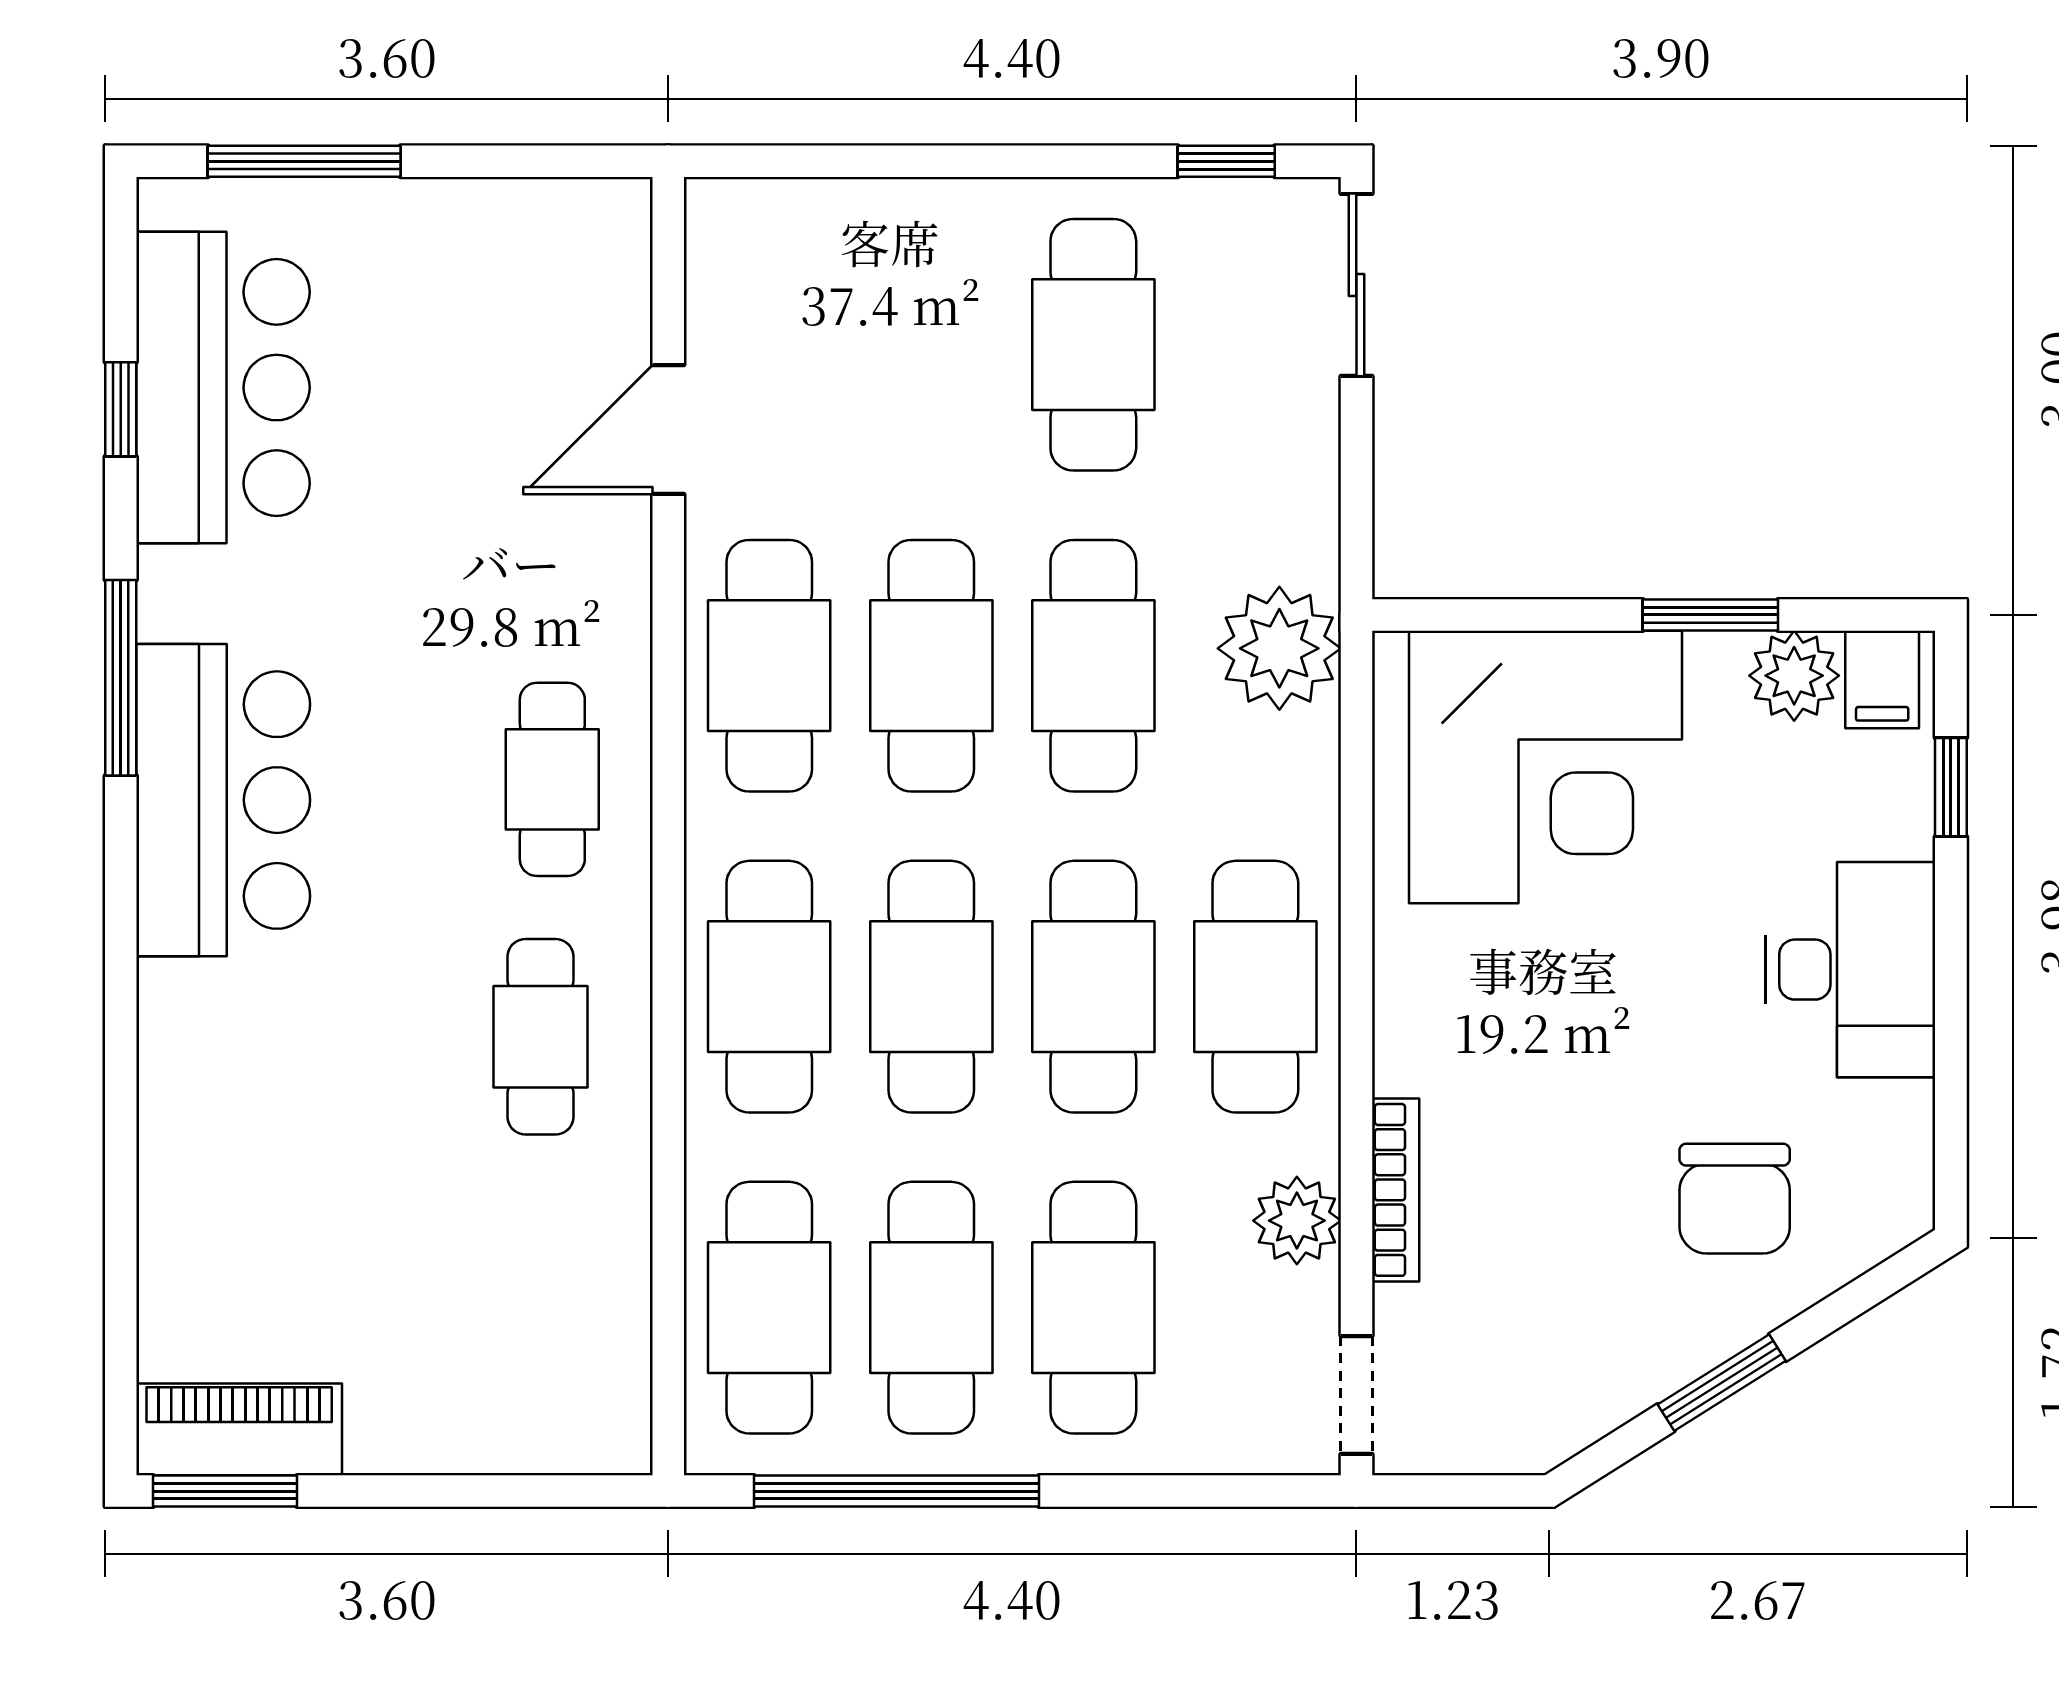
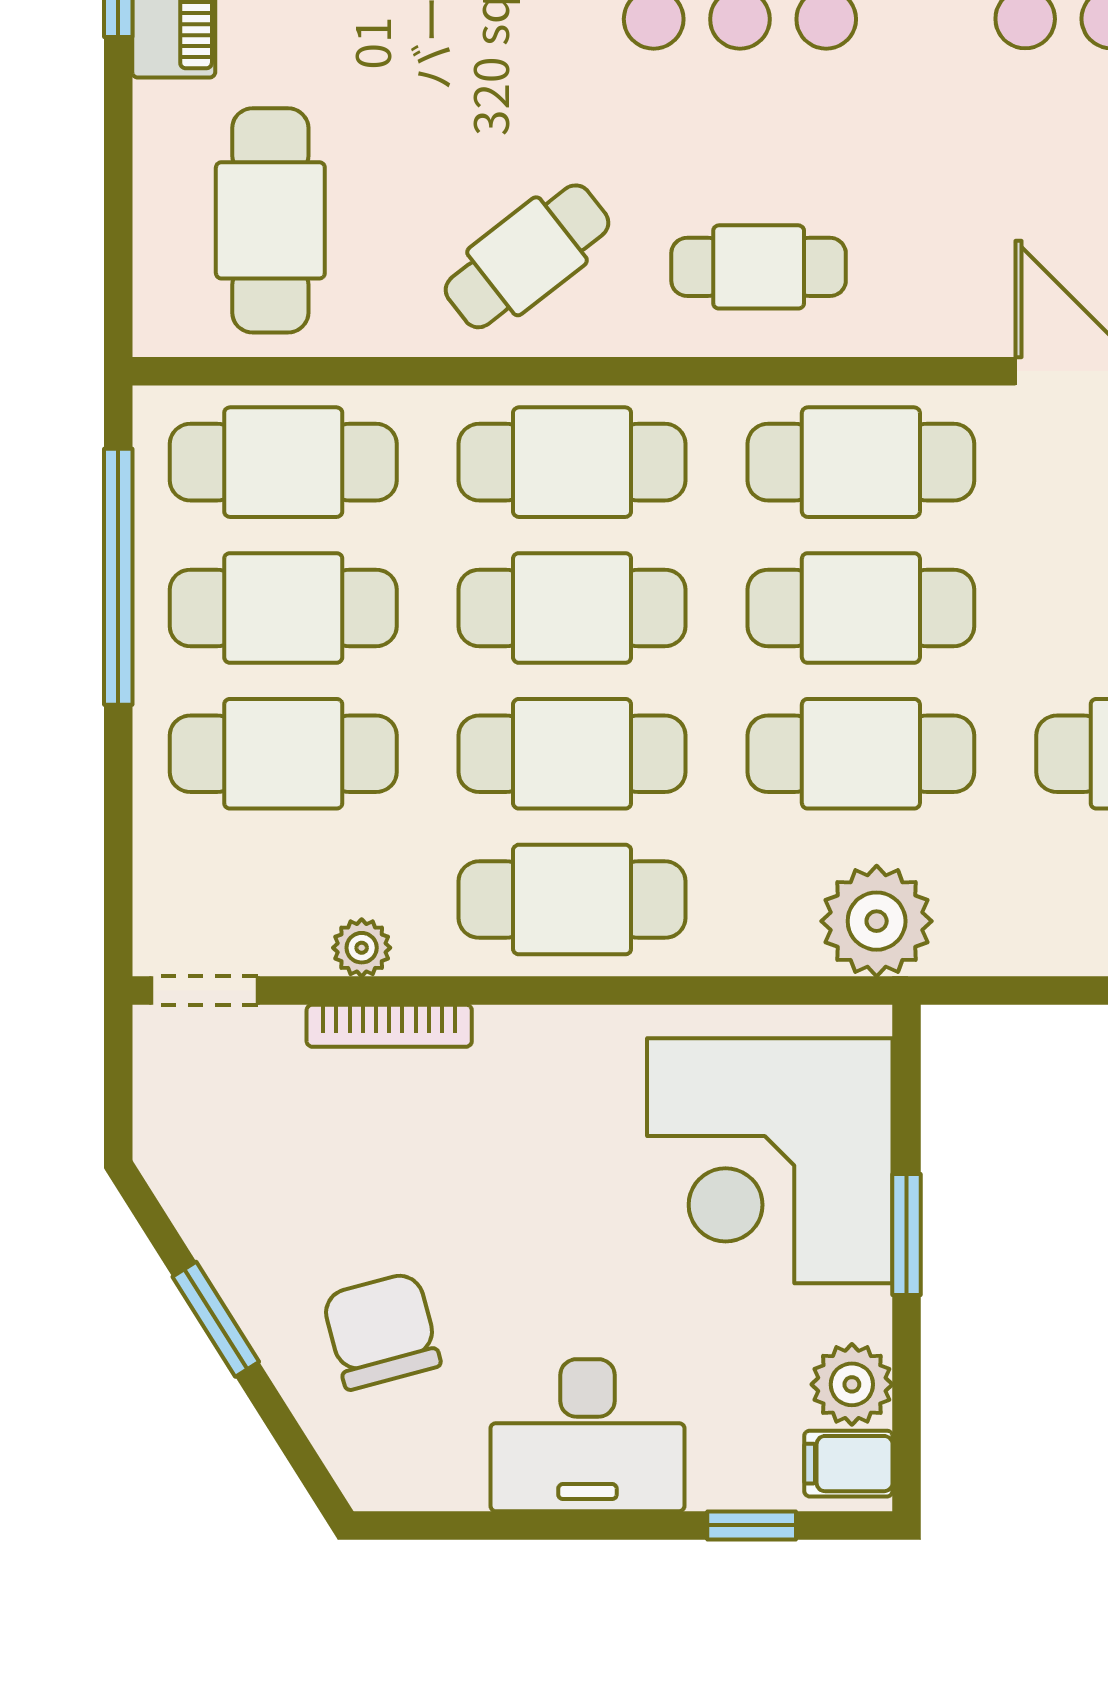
window: (1710, 615) -> (907, 1234), moved
cafe table: (541, 1037) -> (527, 256), turned -38
chair: (1735, 1199) -> (381, 1331), turned 75
plant: (1297, 1221) -> (362, 948), width x0.73, depth x0.73
cafe table: (501, 1322) -> (270, 220), added

